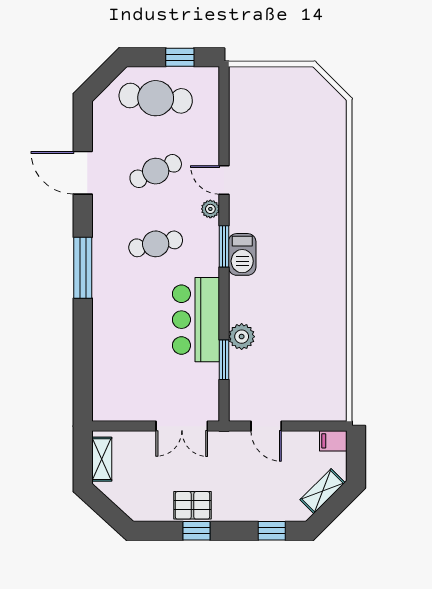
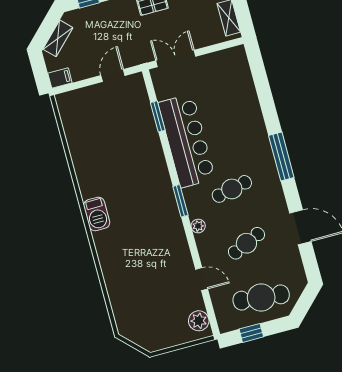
door: (224, 180) -> (202, 279), moved
barbecue: (242, 254) -> (97, 214), moved, turned 180
bar counter: (196, 320) -> (187, 141), width x1.36
plant: (242, 337) -> (199, 321), moved
door: (266, 426) -> (113, 75), hinge flipped

